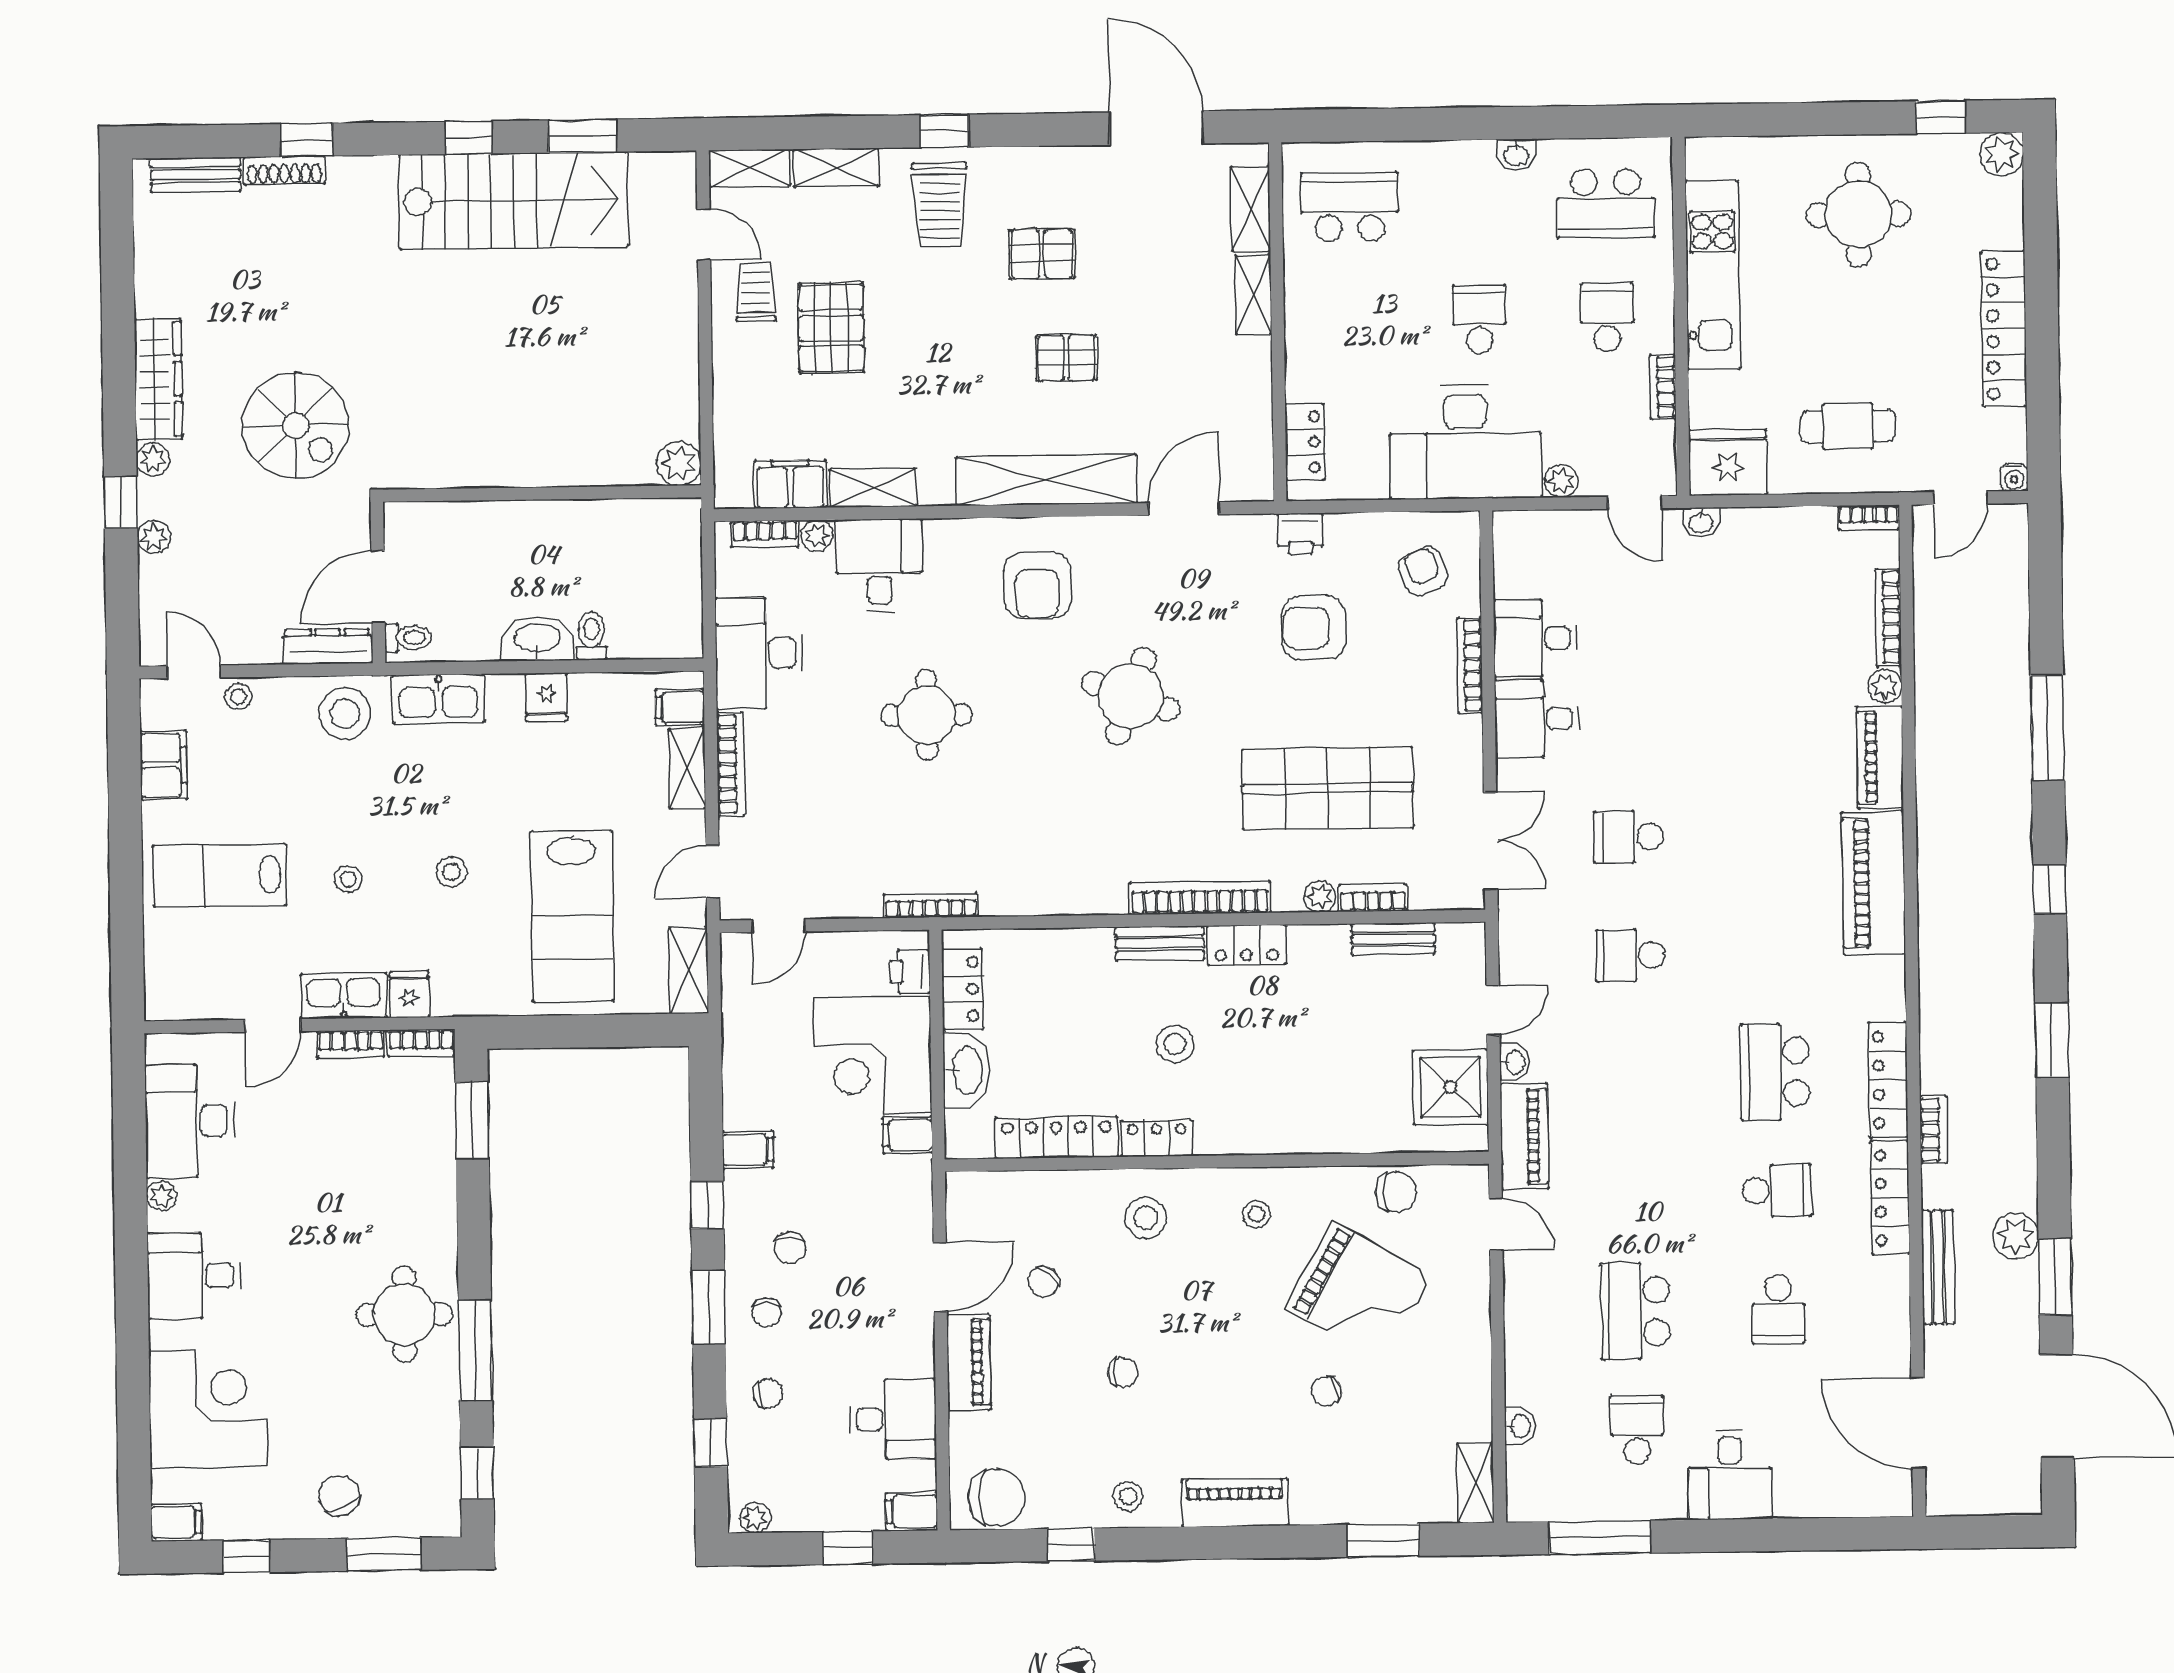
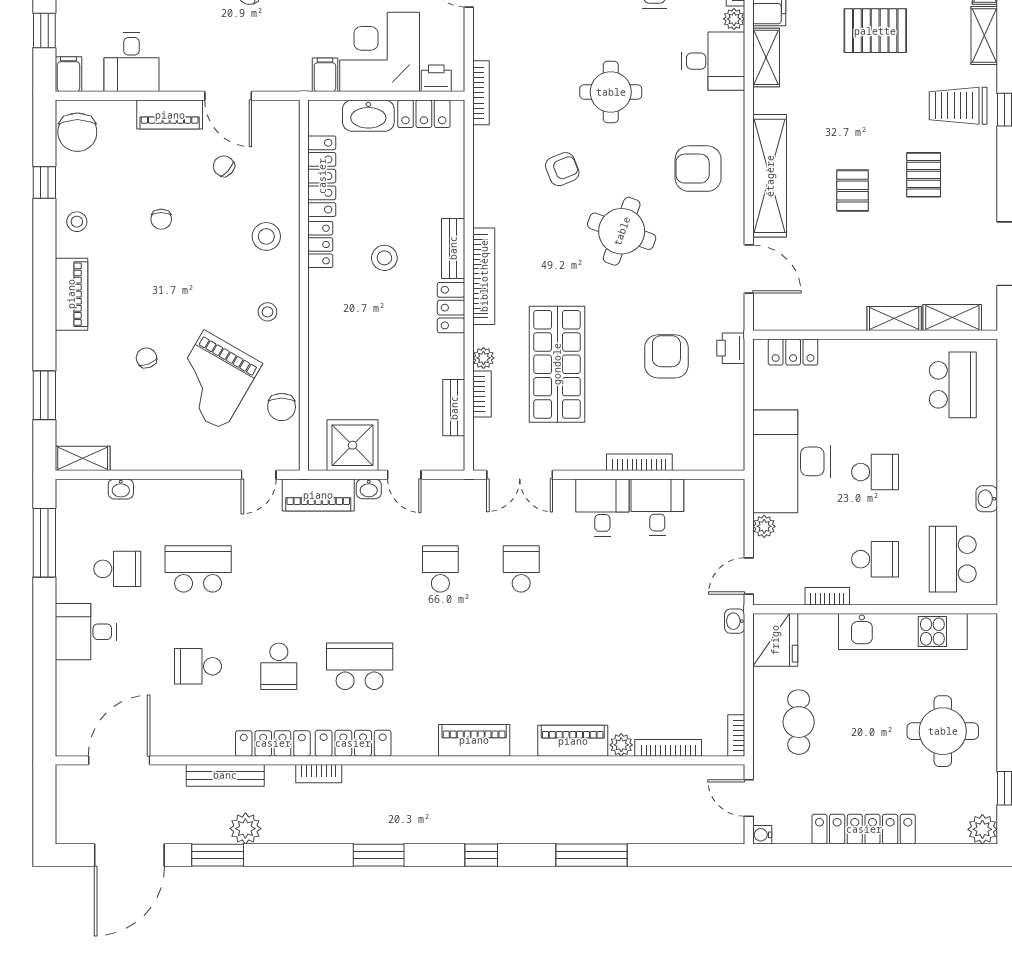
armchair: (1423, 571) -> (562, 169), moved
piano: (1874, 883) -> (474, 740), width x0.73, depth x0.75

